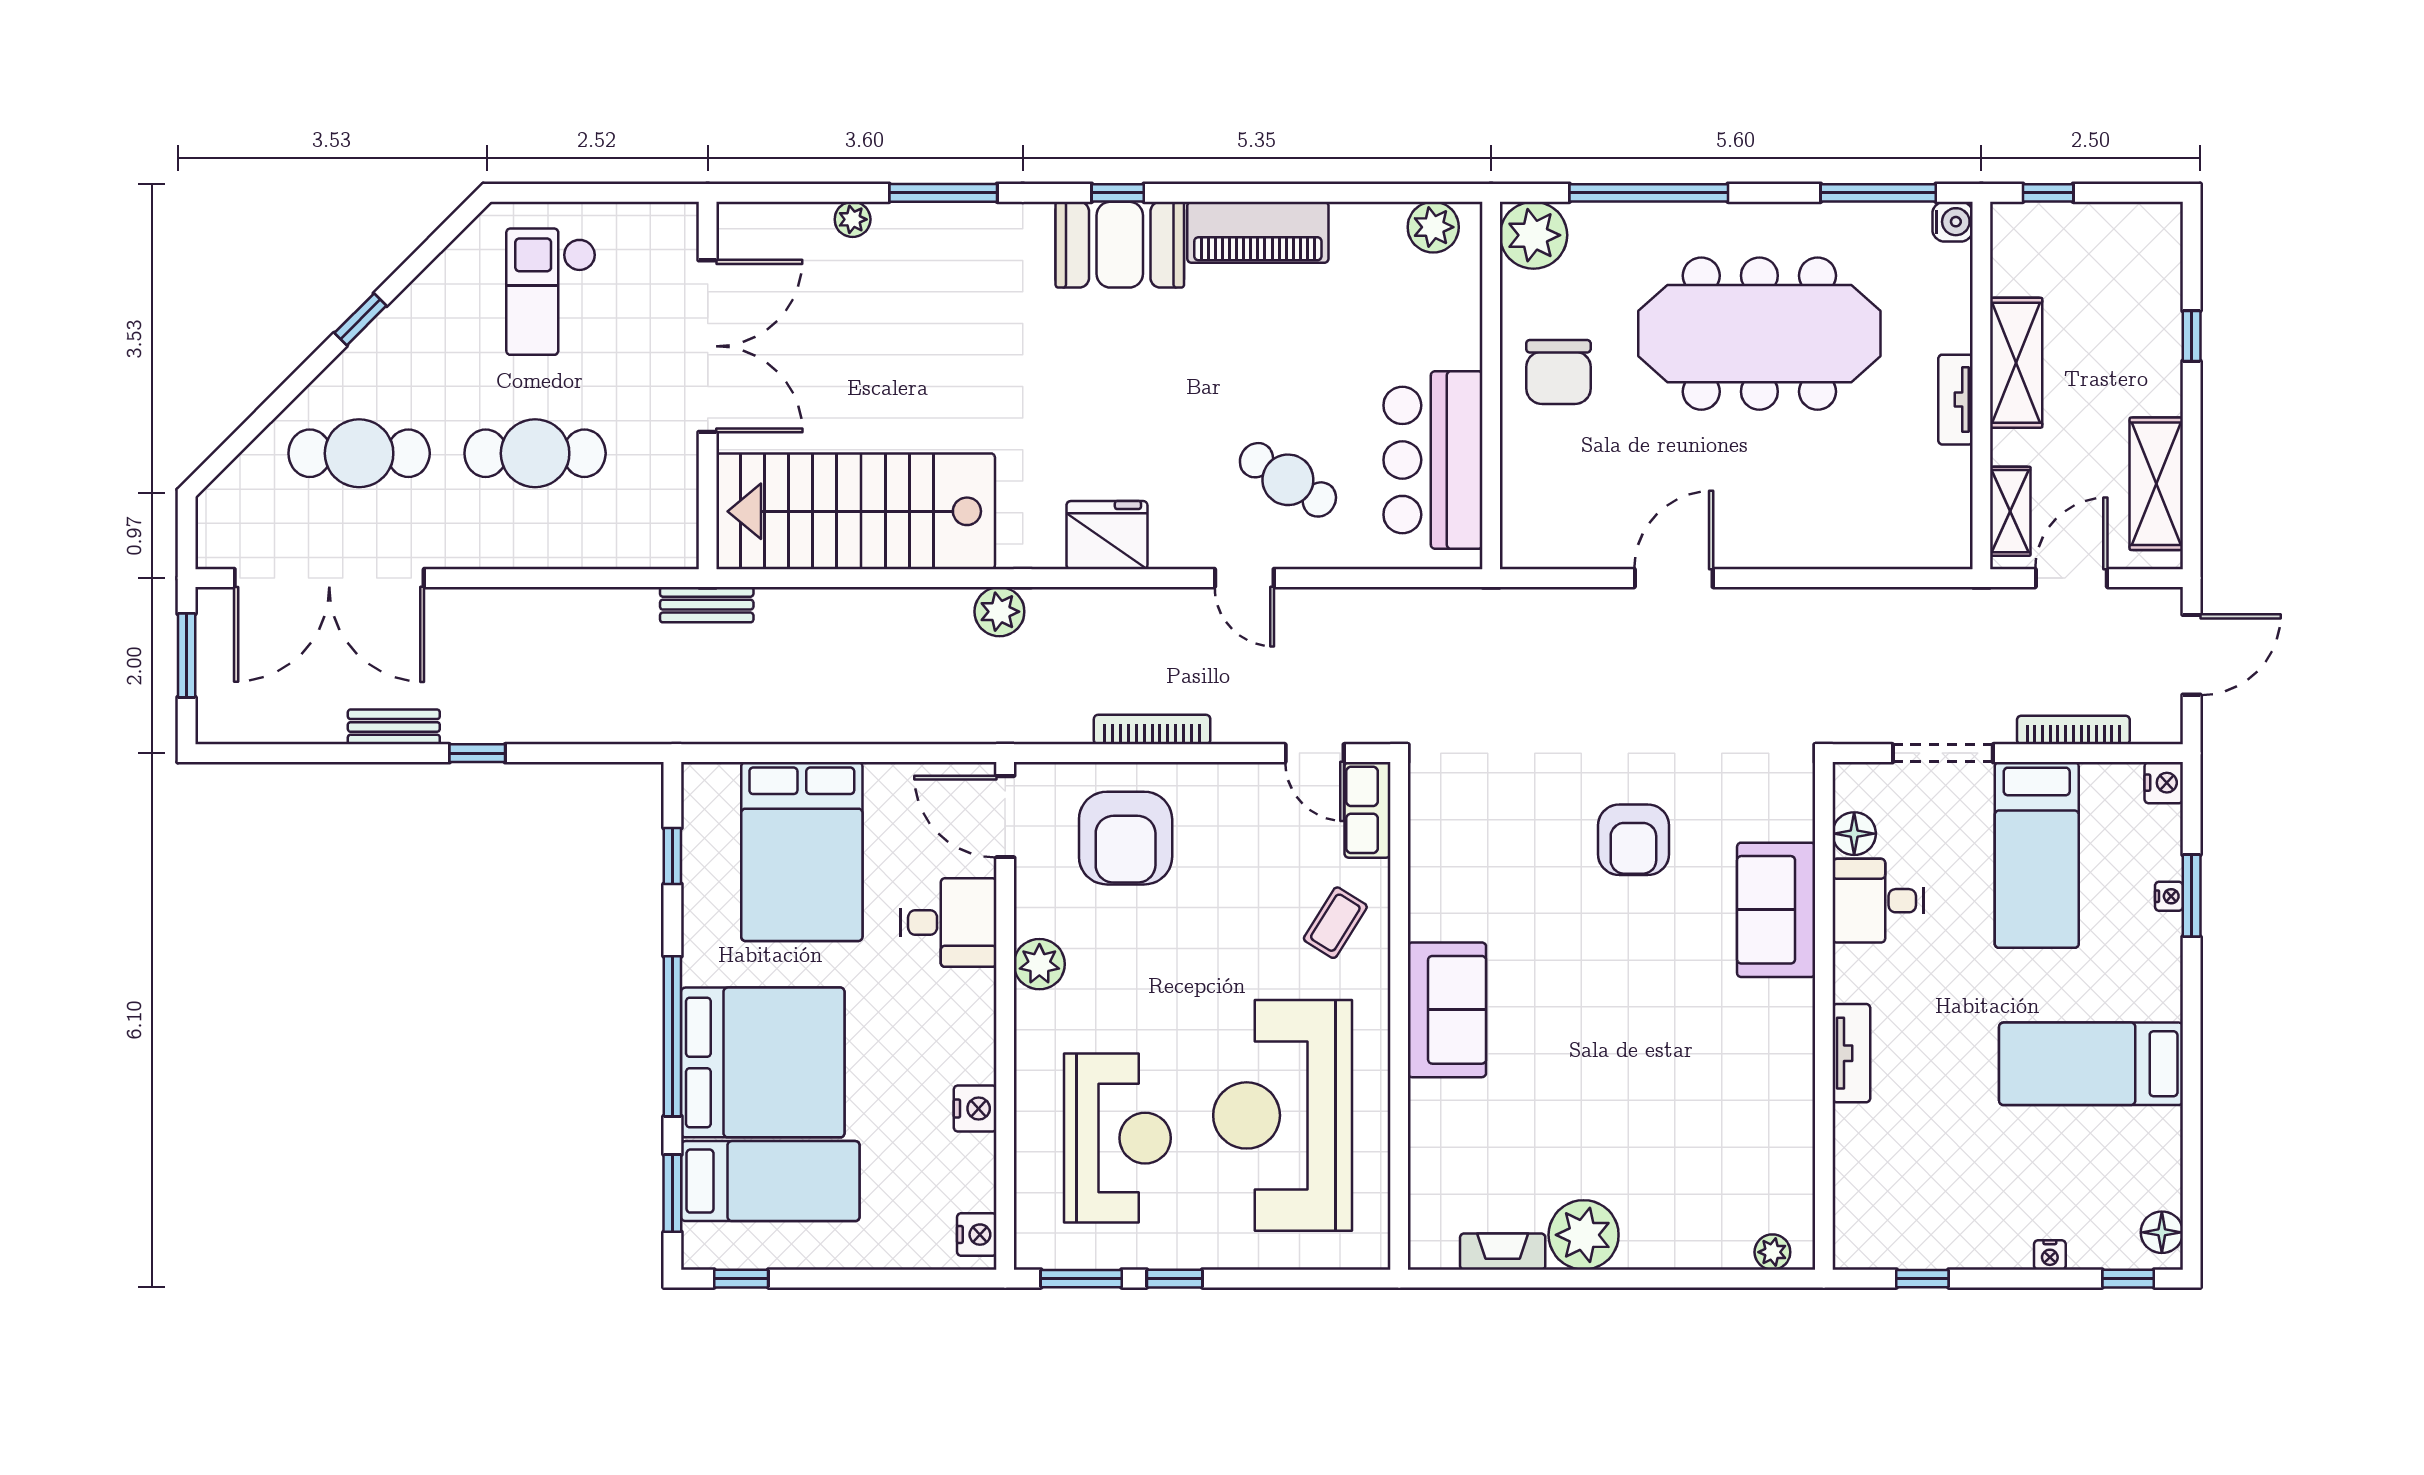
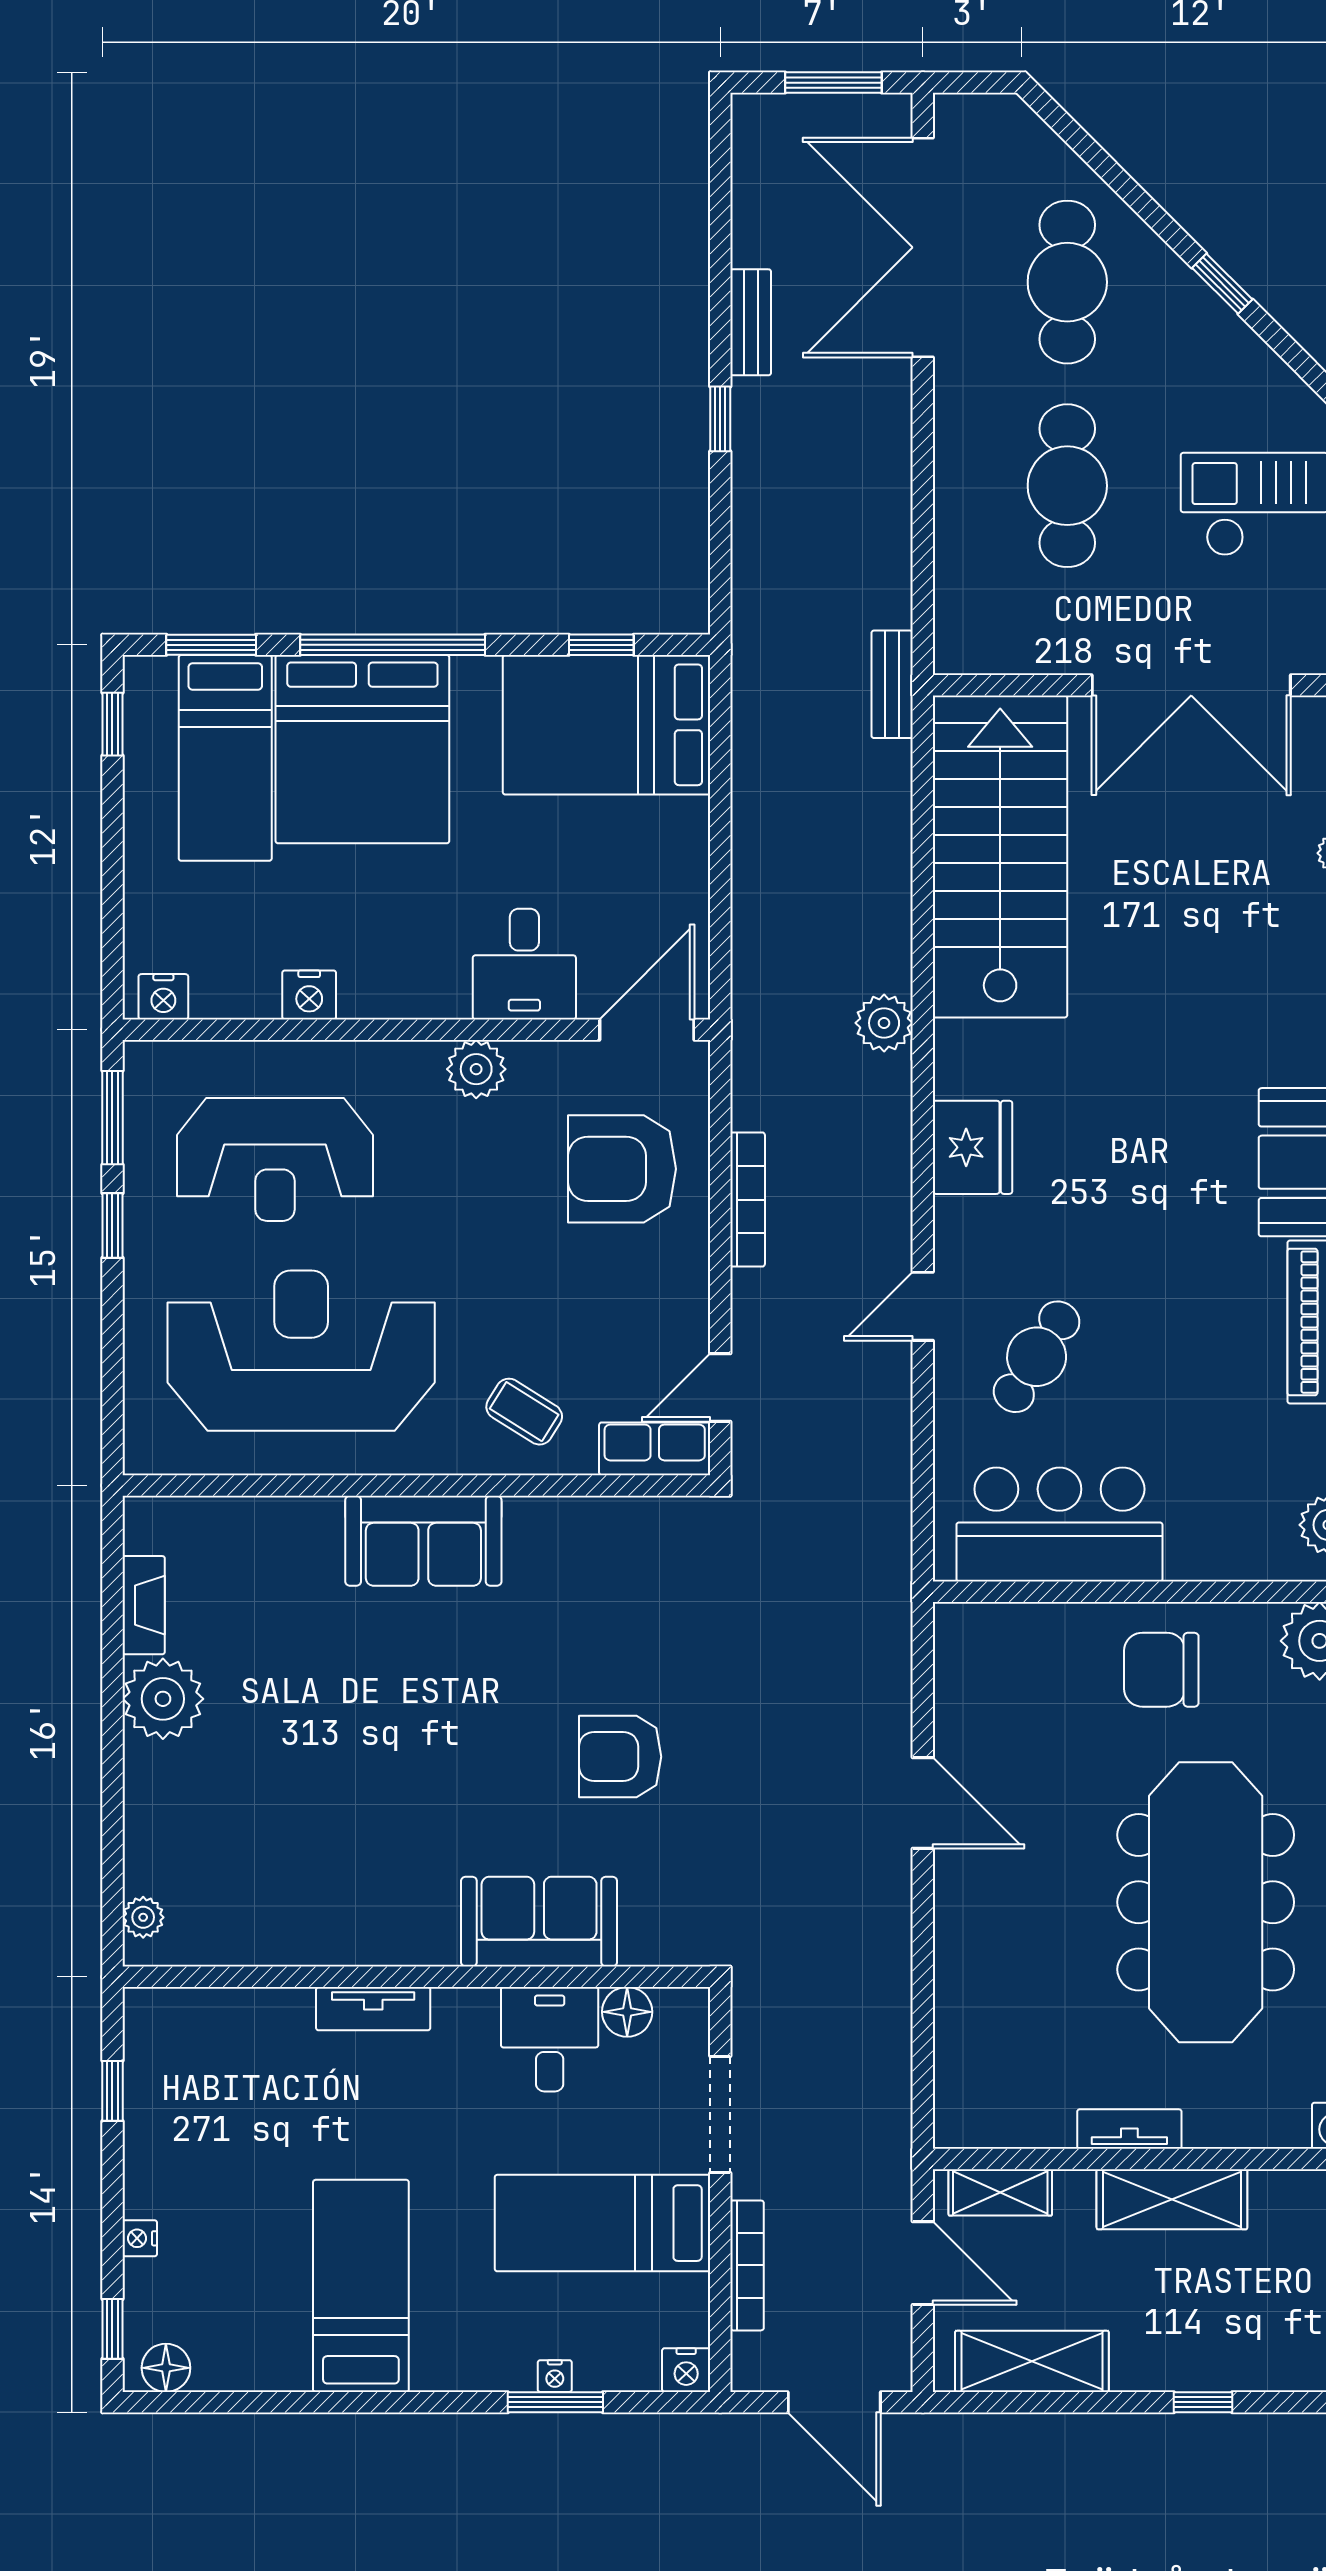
bed: (802, 852) -> (607, 725), moved

